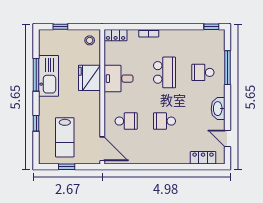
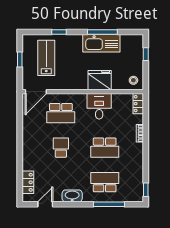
school desk: (203, 72) -> (105, 182), width x1.85
school desk: (126, 121) -> (61, 113), width x1.85
lab bench: (65, 137) -> (46, 58), turned 90

